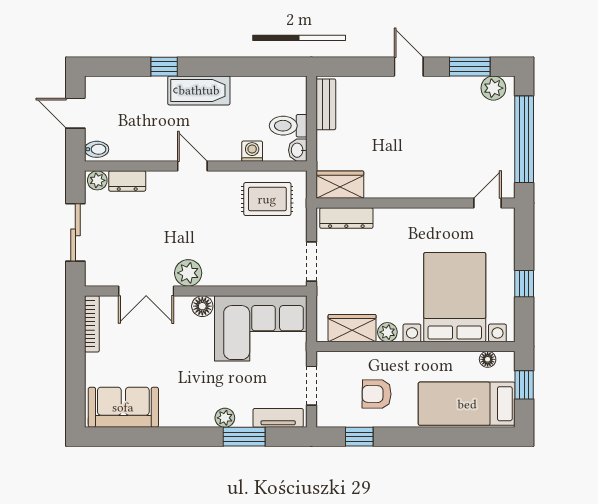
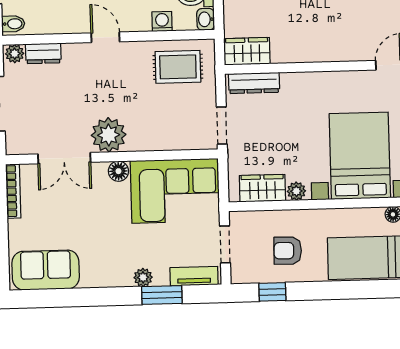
plant: (188, 273) -> (109, 135), width x1.36, depth x1.36

